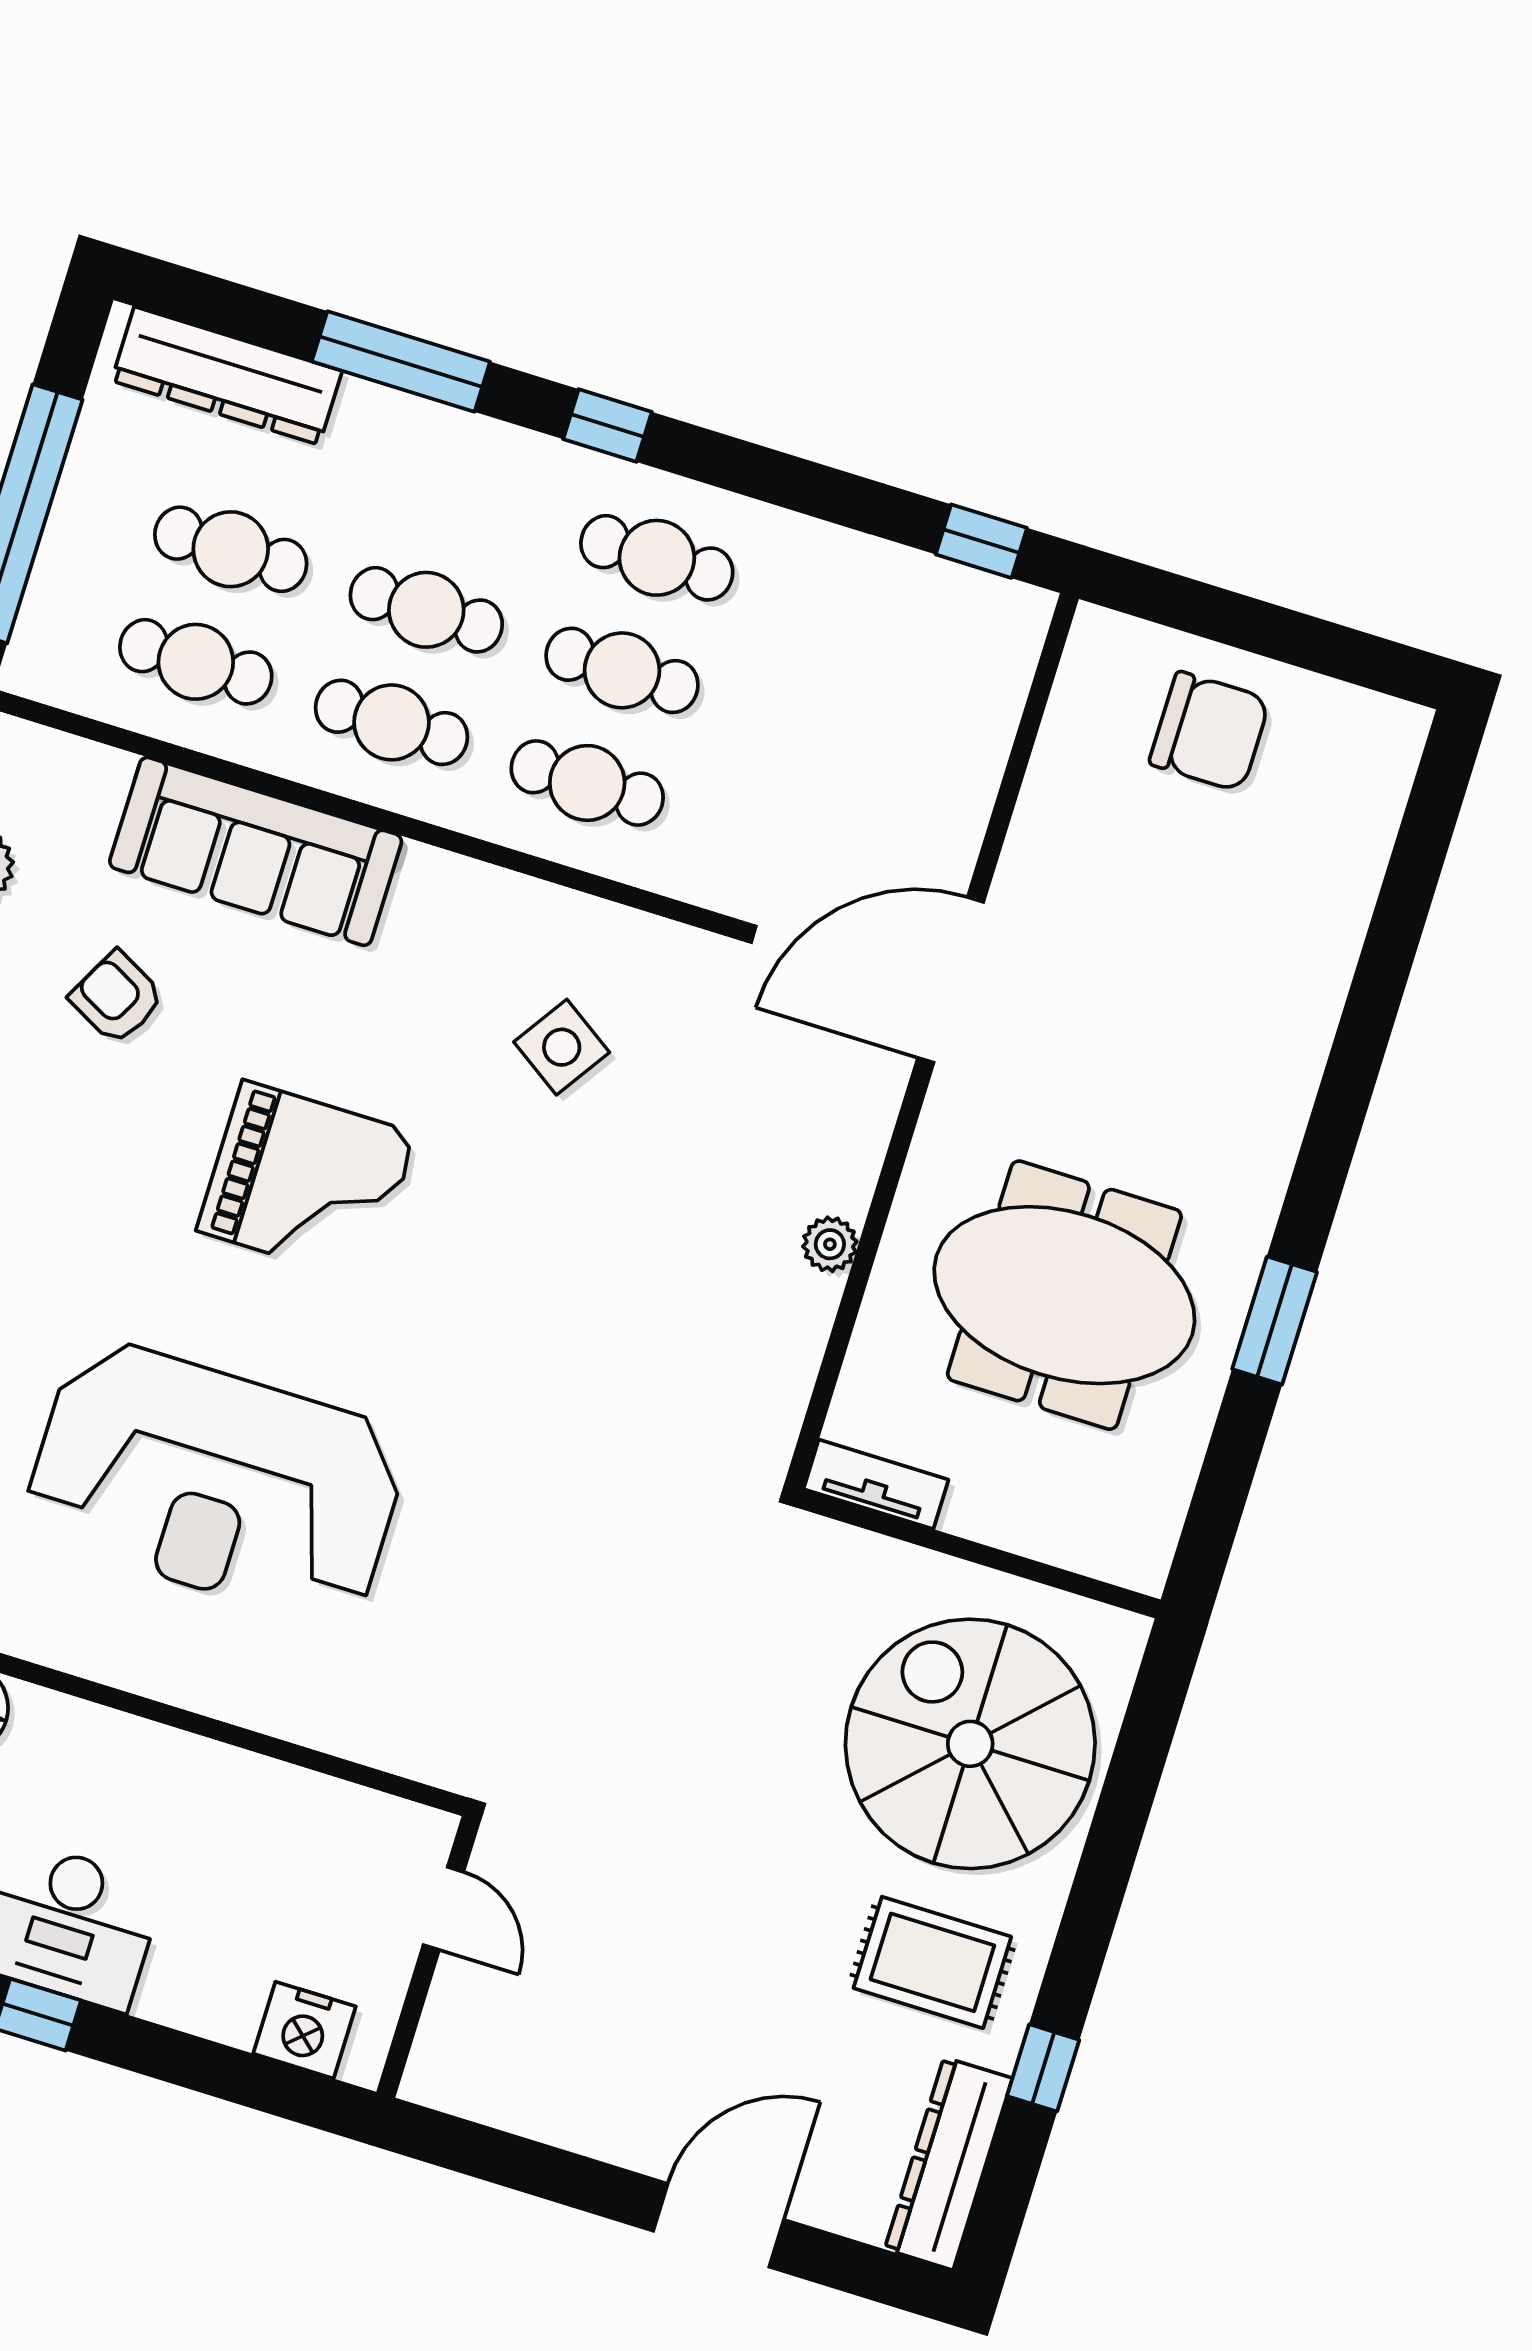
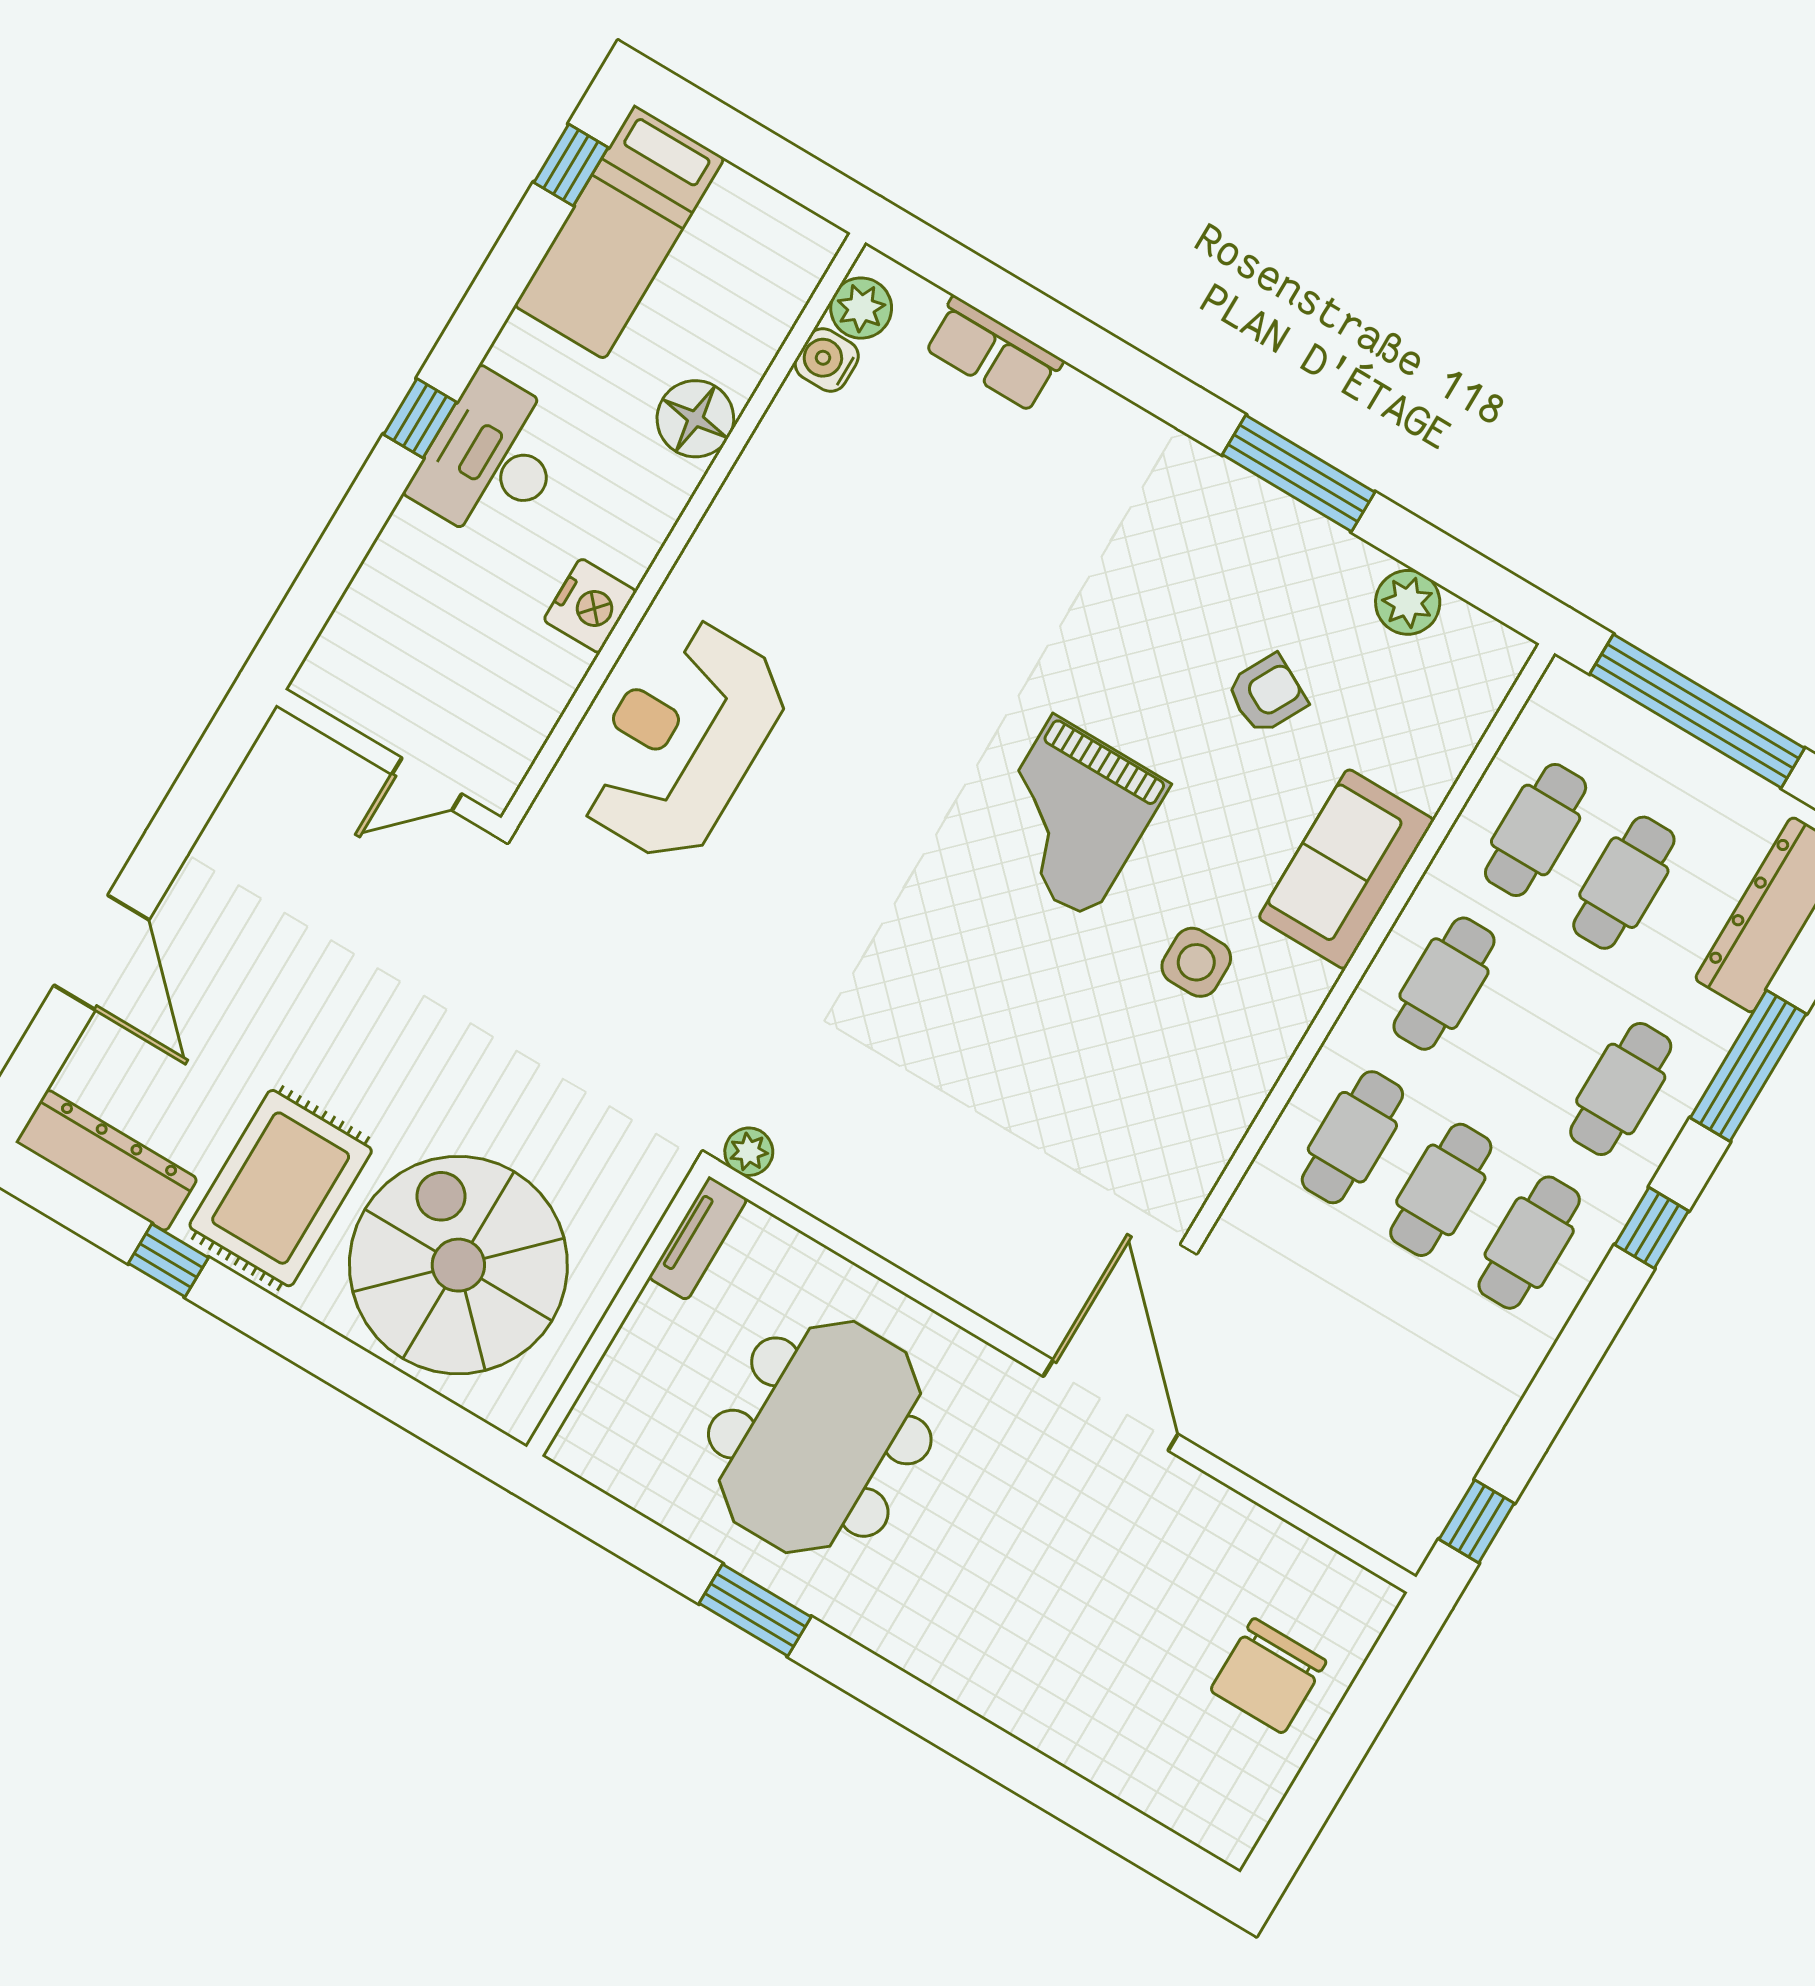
cafe table: (426, 610) -> (1621, 1089), moved
sofa: (256, 851) -> (1346, 869), width x0.73
side table: (562, 1047) -> (1196, 962), moved, turned -34
plant: (830, 1244) -> (749, 1152), moved
reception desk: (216, 1482) -> (682, 741), moved, width x0.74, depth x0.77
spiral stairs: (970, 1744) -> (458, 1265), turned -90
rug: (932, 1962) -> (281, 1188), width x1.36, depth x1.43
nightstand: (305, 2030) -> (590, 606), moved, turned 180

